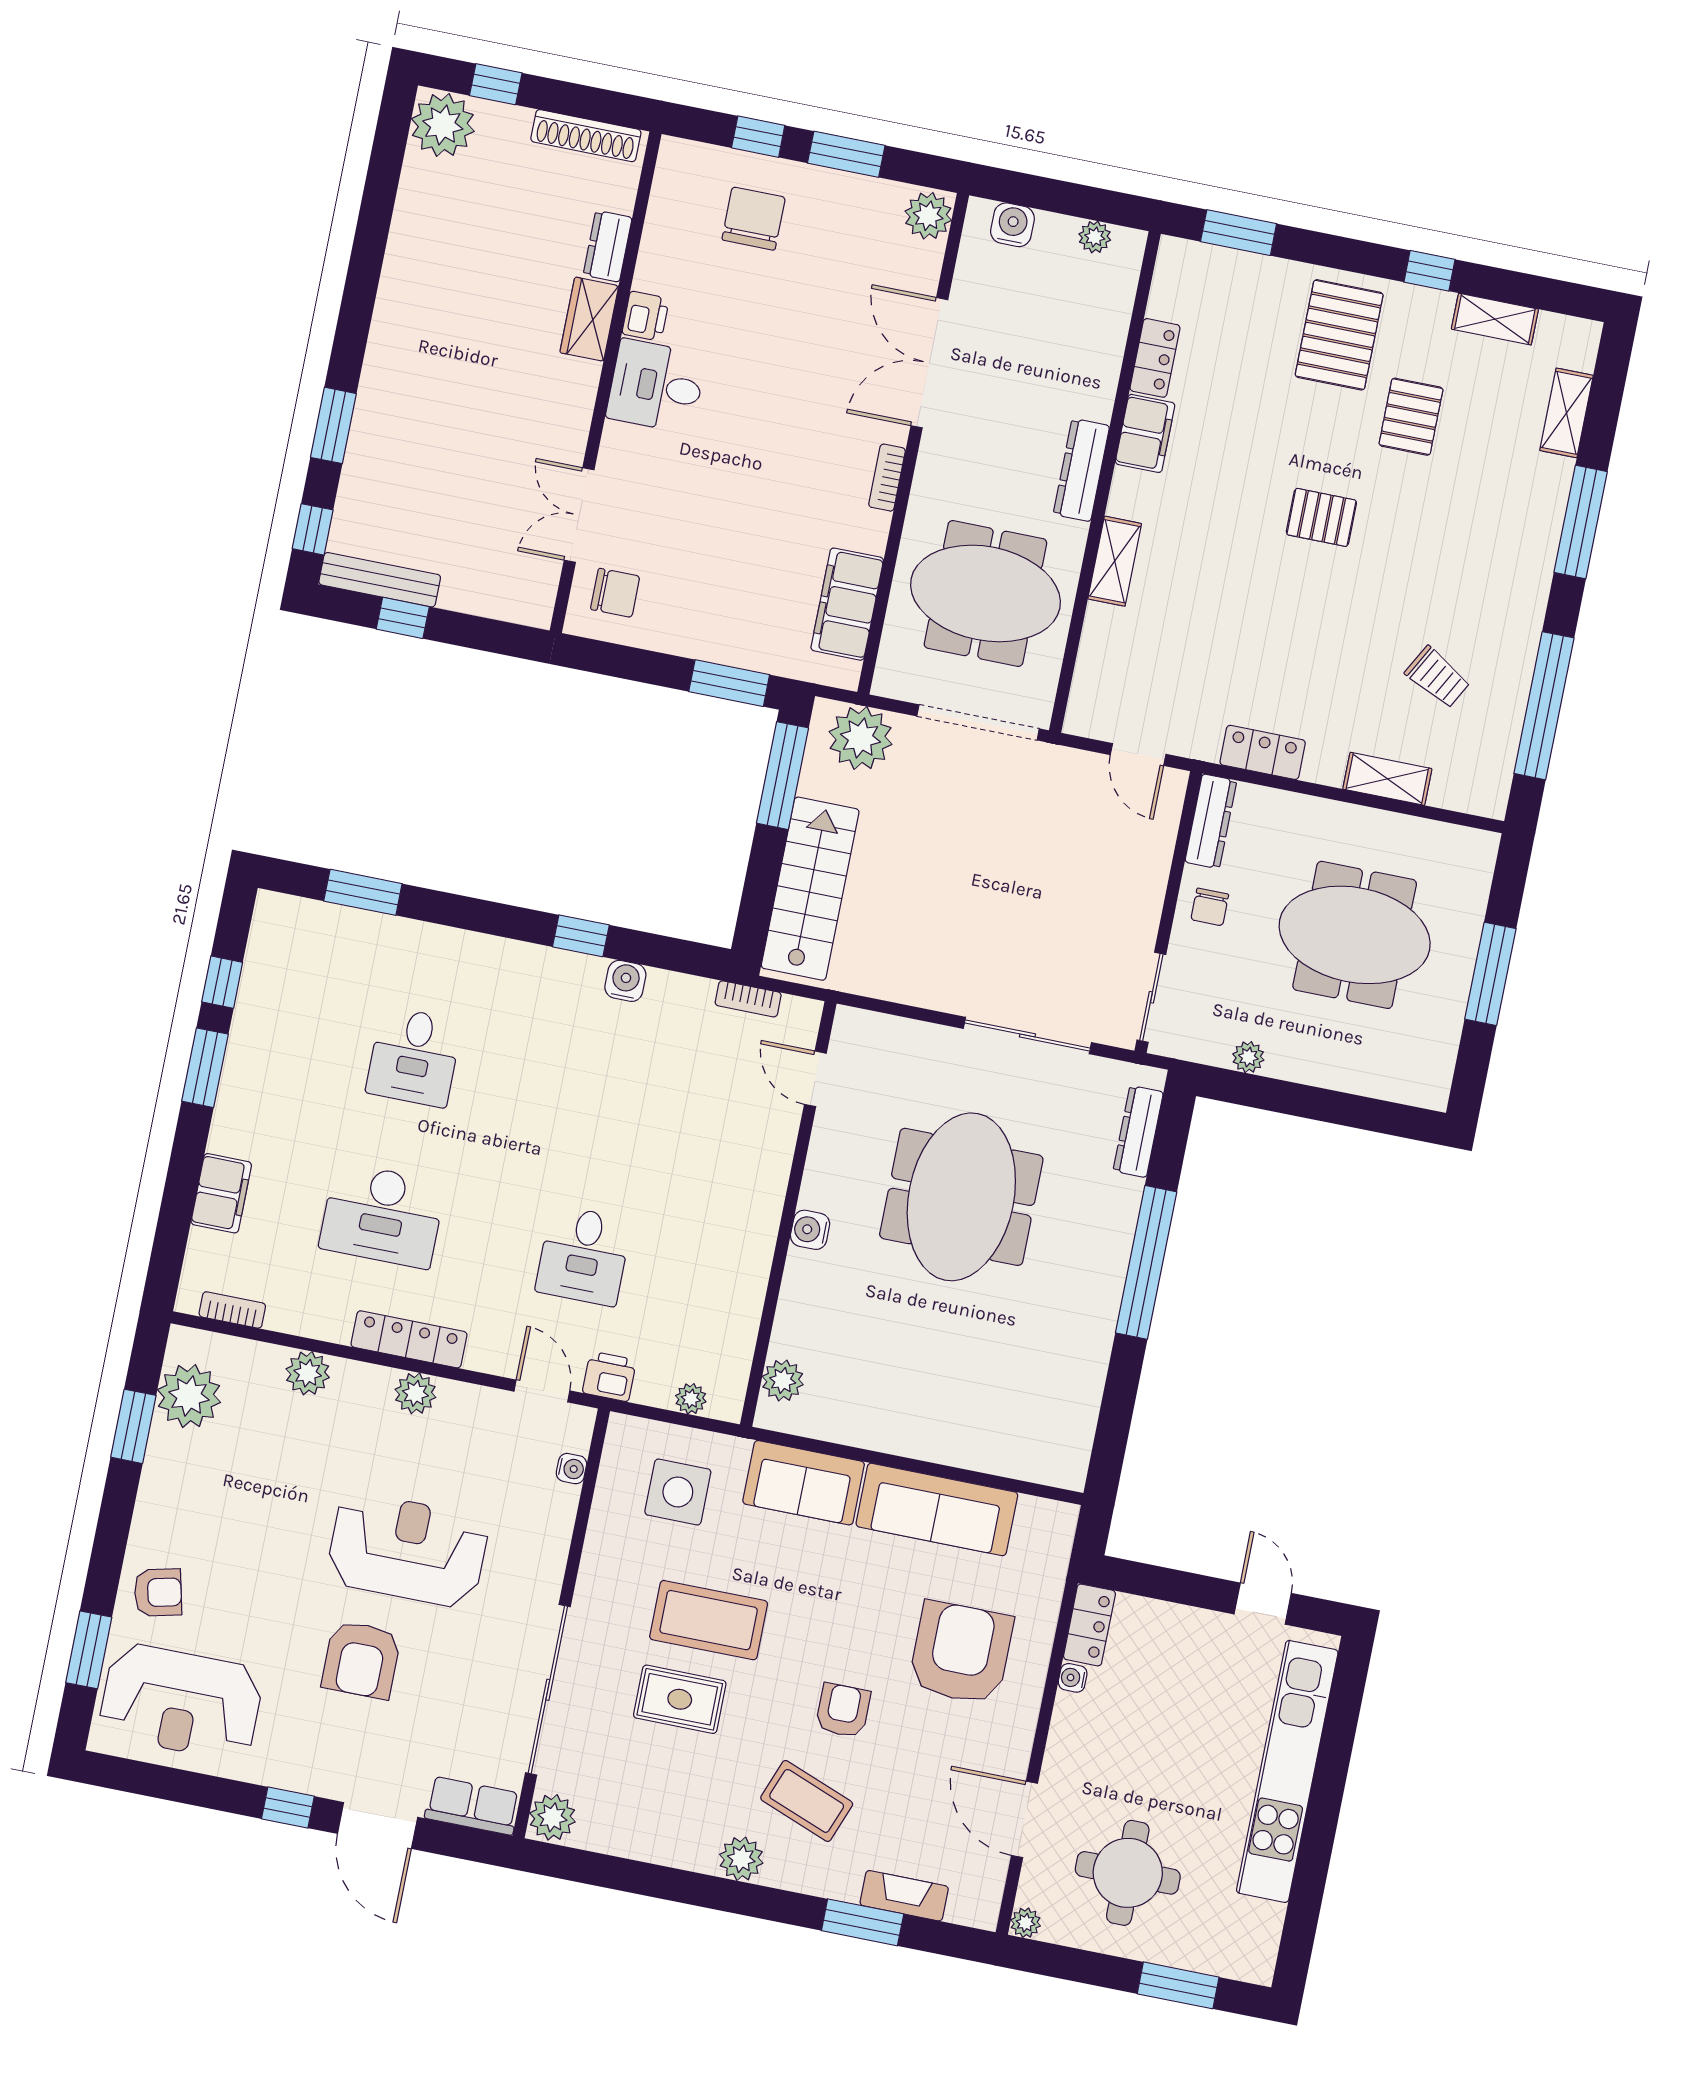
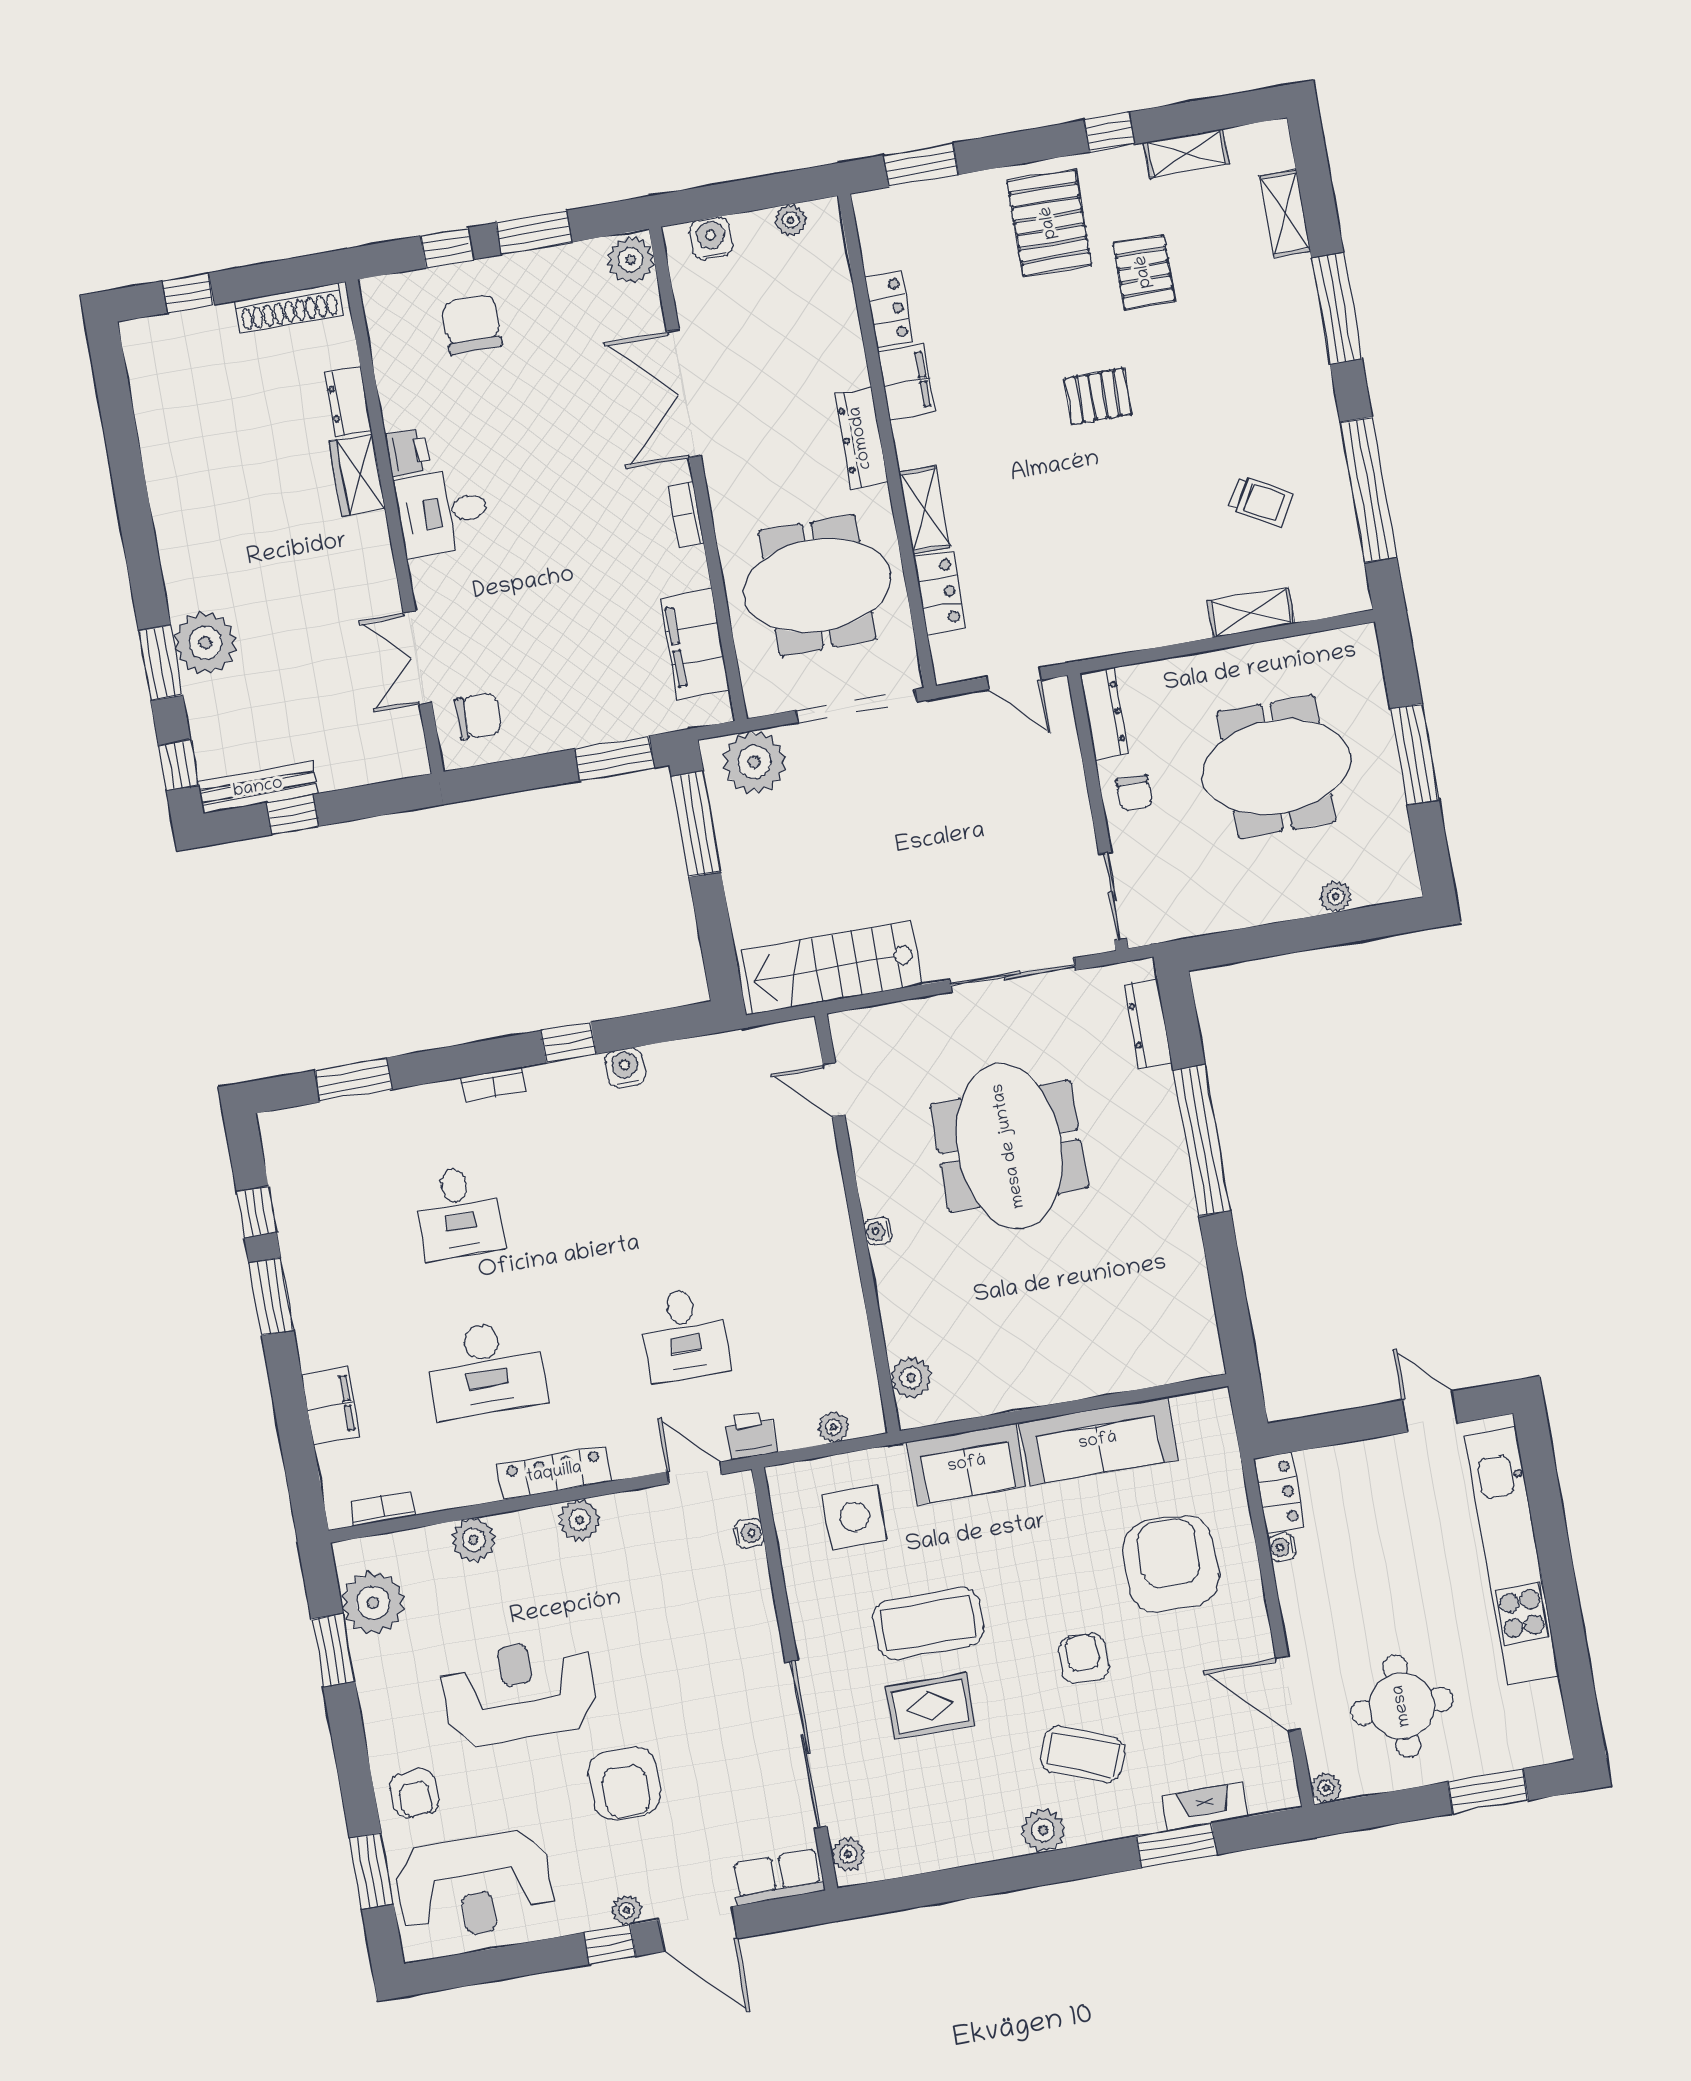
plant: (443, 125) -> (205, 643), moved
locker: (1263, 752) -> (940, 592), moved, turned 90
stairs: (810, 889) -> (832, 968), moved, turned -90
bookcase: (748, 999) -> (493, 1084), moved
plant: (1248, 1057) -> (1336, 897), moved
water cooler: (810, 1230) -> (878, 1231), width x0.72, depth x0.72
reception desk: (408, 1550) -> (519, 1692), moved
armchair: (158, 1592) -> (415, 1794), turned 99
plant: (316, 1781) -> (627, 1910), added
plant: (552, 1817) -> (848, 1854), width x0.73, depth x0.73

